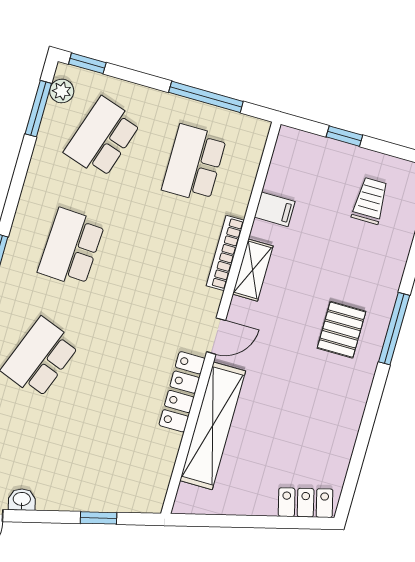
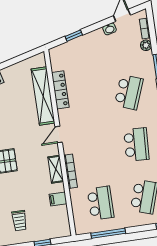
locker: (182, 392) -> (60, 90), moved

